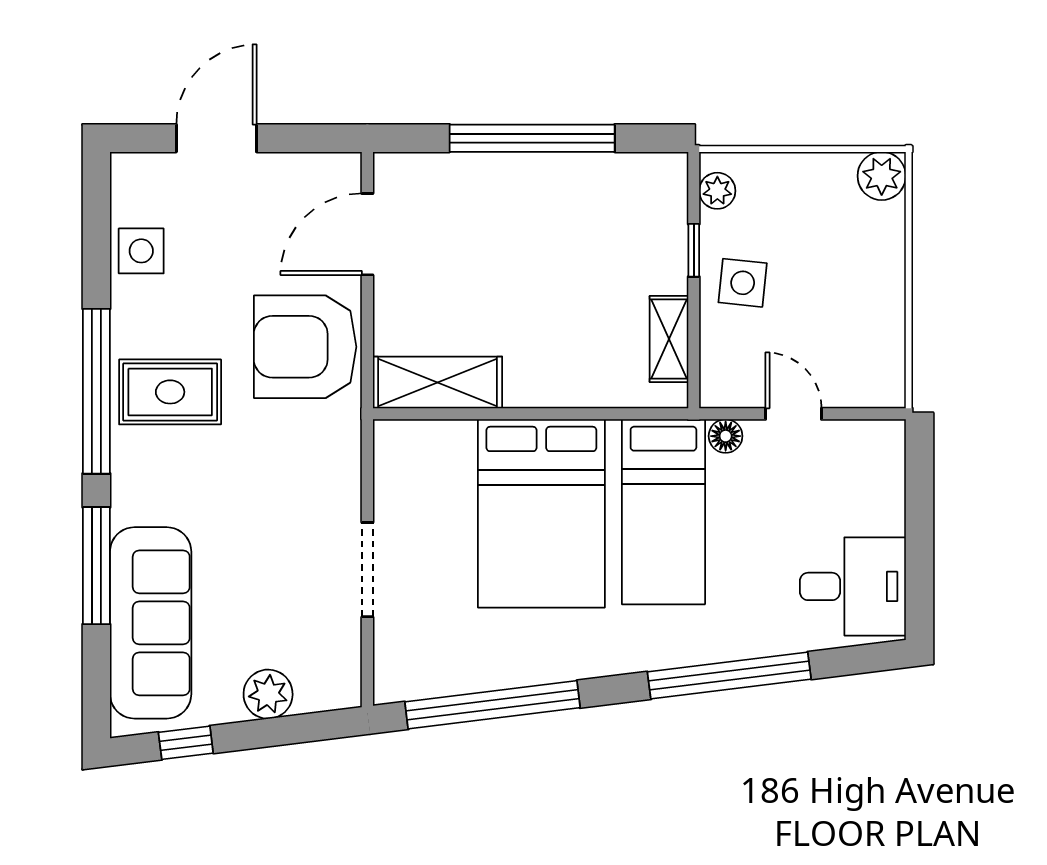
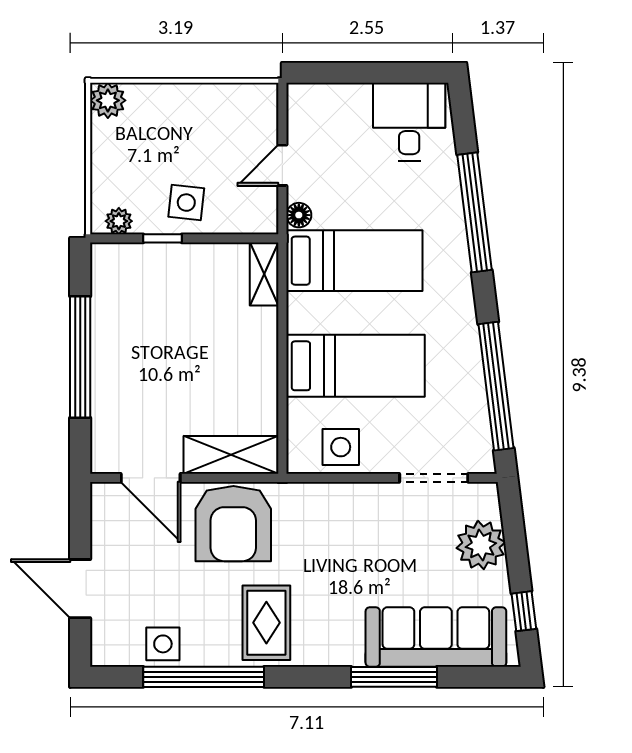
shelving: (669, 339) -> (264, 274), moved, turned 90
shelving: (438, 382) -> (231, 455), moved, turned 90
window: (96, 391) -> (204, 677), moved
side table: (409, 493) -> (341, 447), added
bed: (541, 513) -> (356, 366), width x0.67
doorway: (367, 570) -> (434, 478), moved
plant: (268, 694) -> (481, 545), width x1.36, depth x1.36

